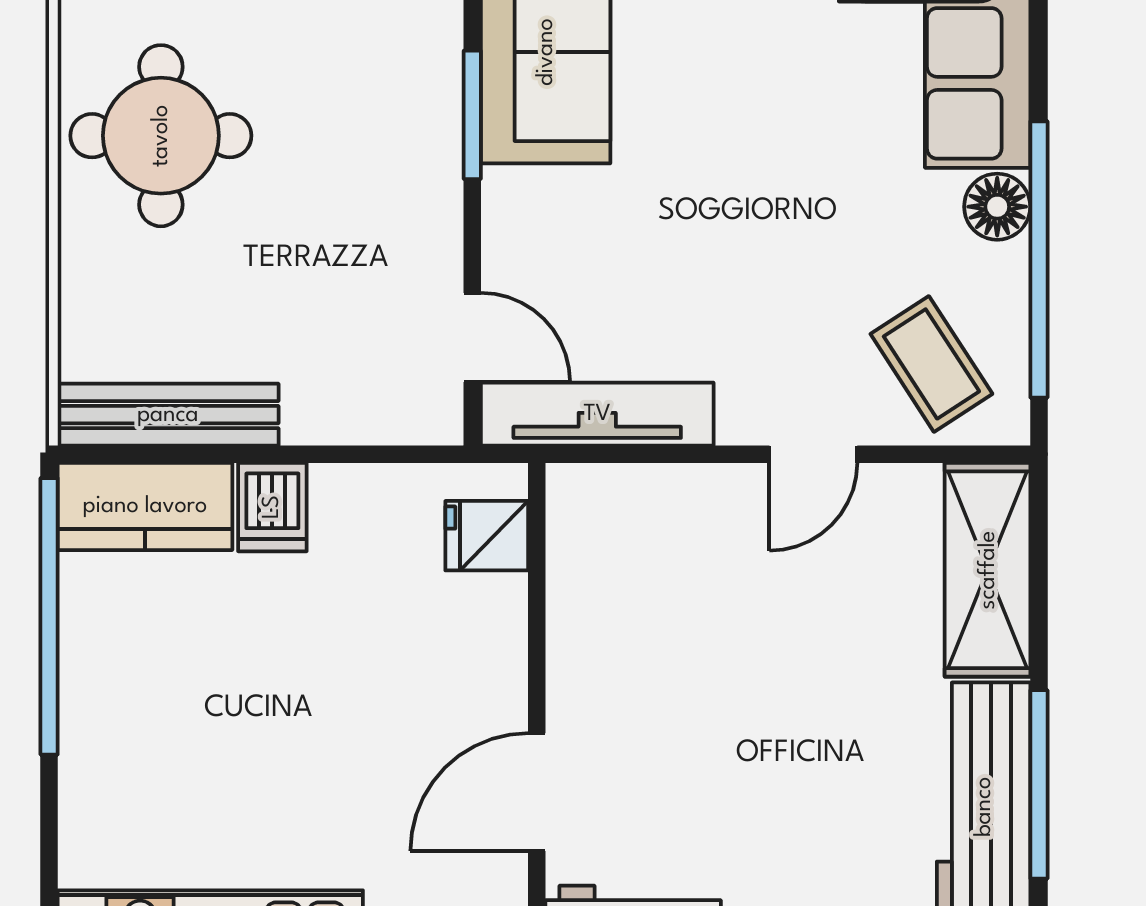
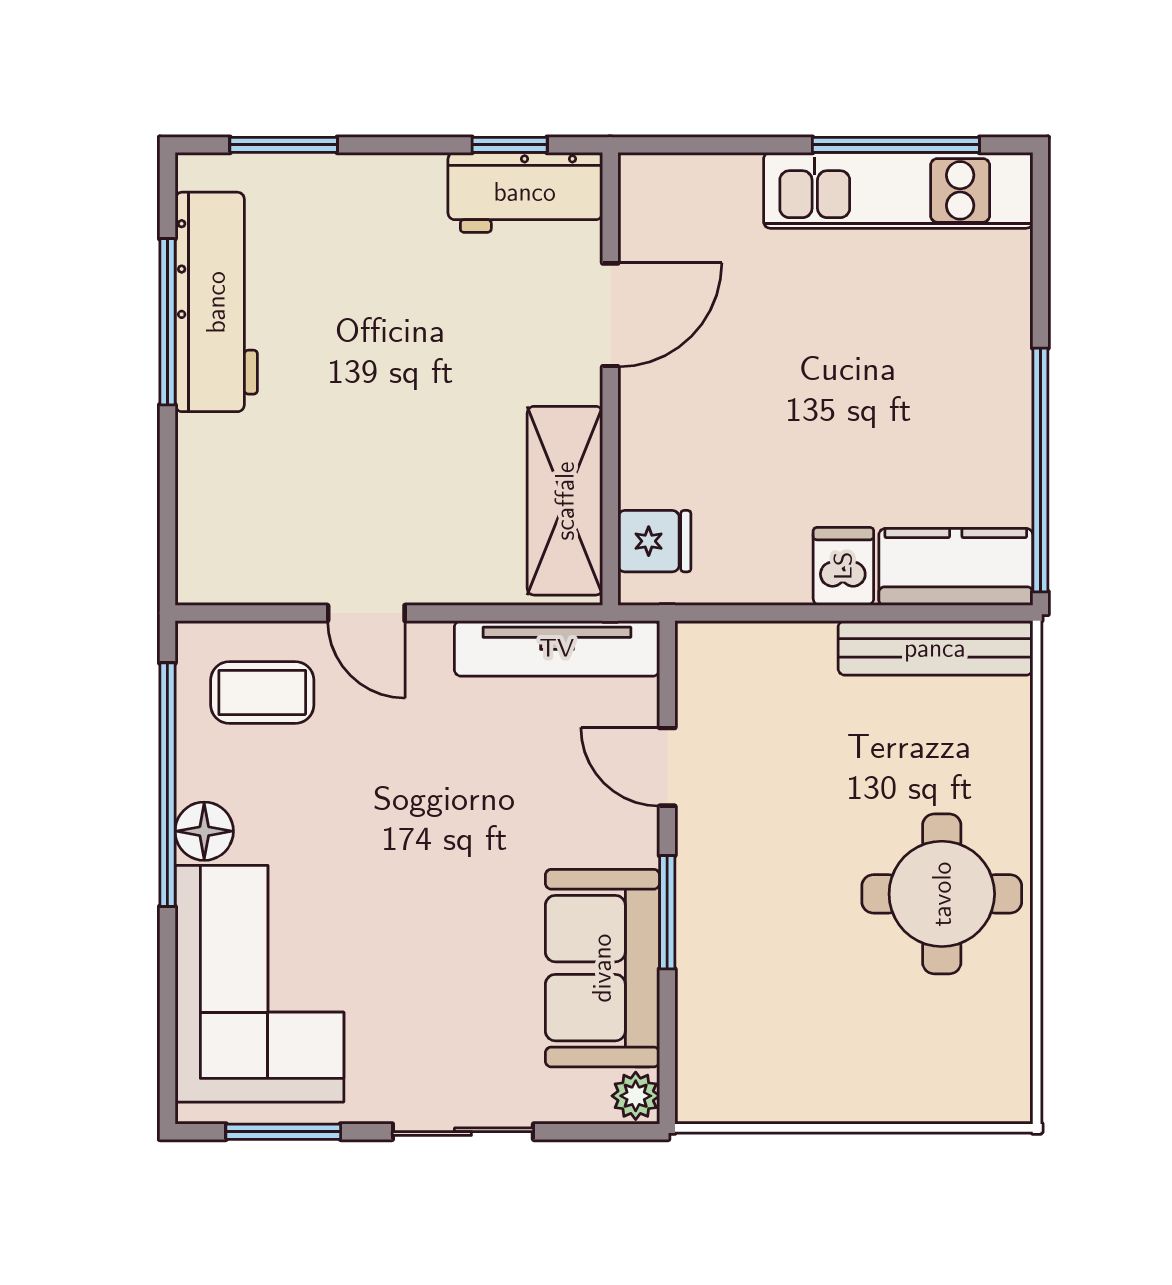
door: (472, 337) -> (667, 767), moved
coffee table: (931, 364) -> (262, 693), turned -57
door: (813, 454) -> (366, 613), swing flipped
shelving: (988, 570) -> (565, 501), moved

